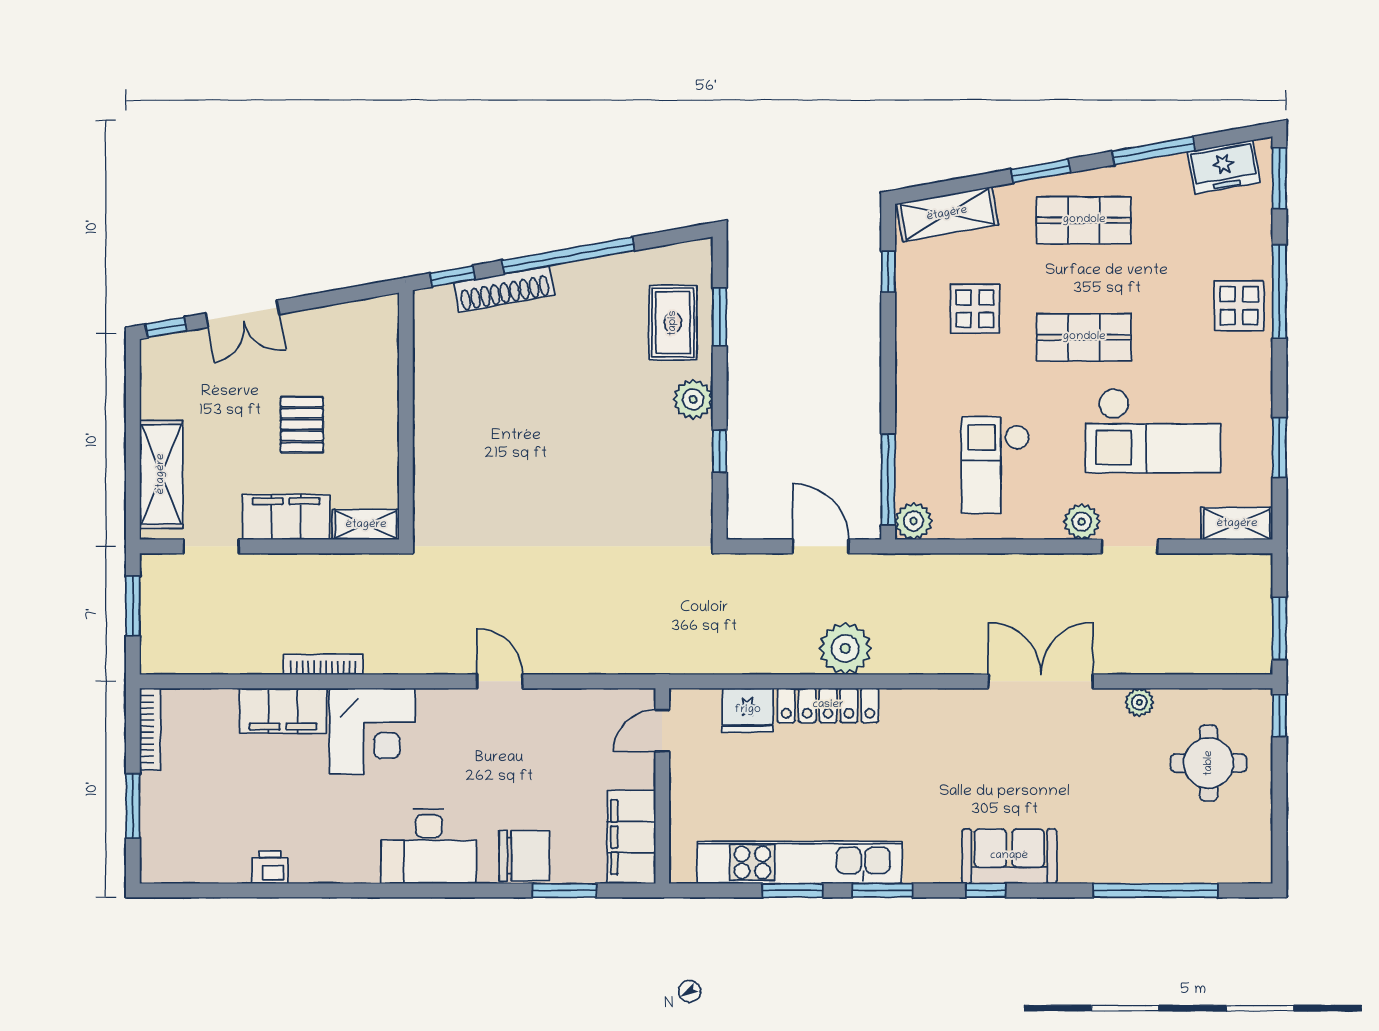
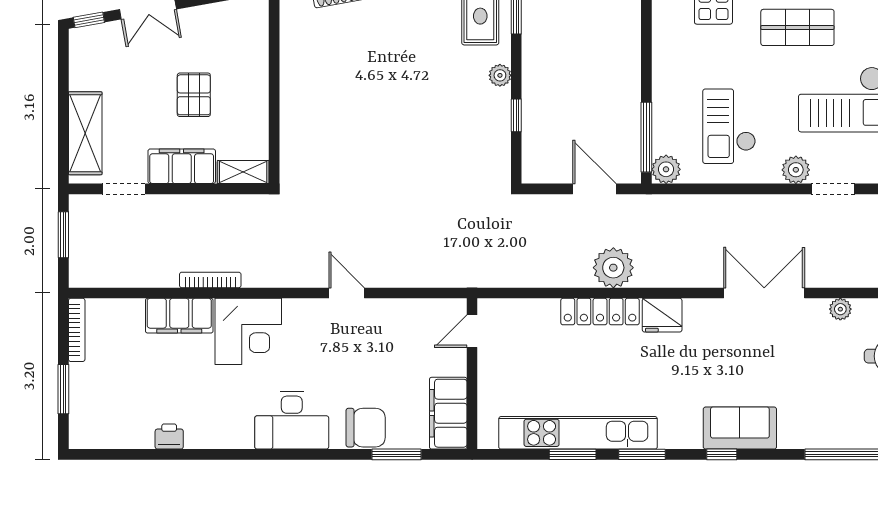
plant: (693, 399) -> (500, 75), width x0.73, depth x0.73
fridge: (748, 710) -> (662, 315), moved

